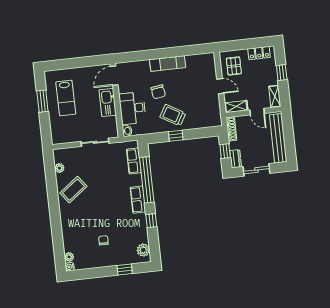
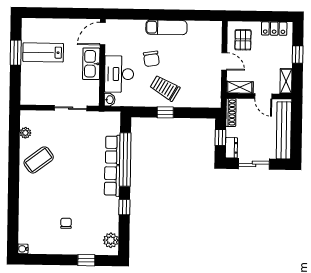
lab bench: (66, 98) -> (43, 52), turned 90
row of seats: (134, 161) -> (113, 150), moved
plant: (69, 257) -> (24, 237), removed

